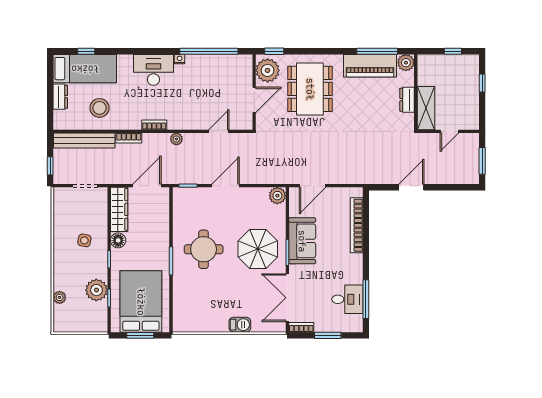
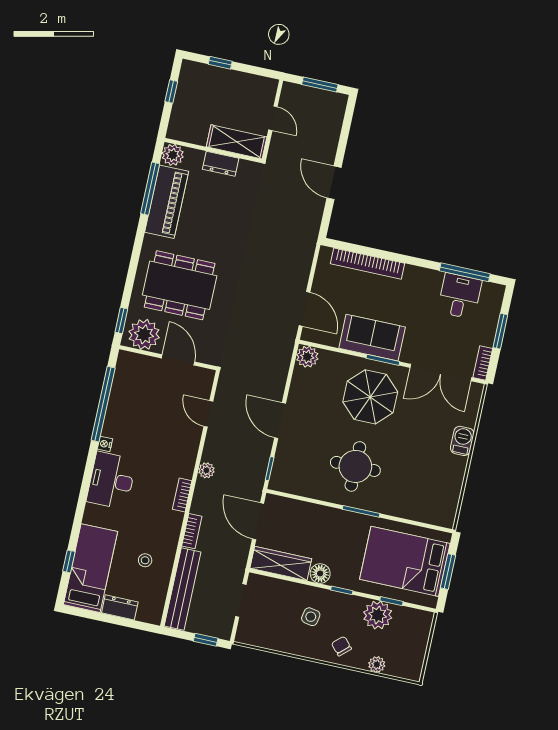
stool: (100, 108) -> (145, 560), width x0.53, depth x0.53
chair: (67, 268) -> (341, 646), added

